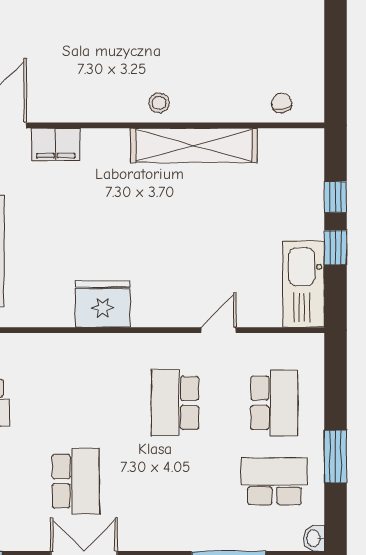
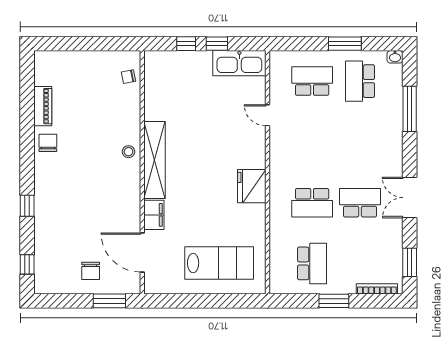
shelving: (194, 145) -> (154, 160), moved
school desk: (175, 403) -> (312, 203), moved

